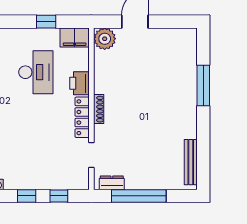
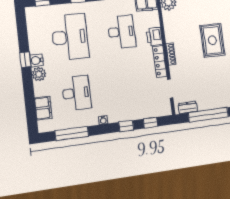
rug: (159, 97) -> (212, 40), added

